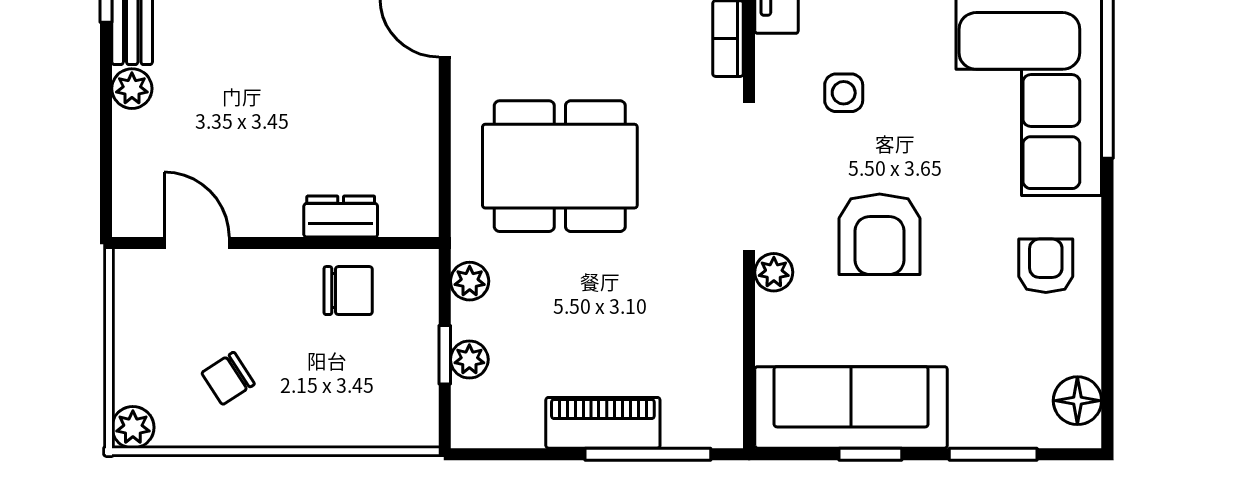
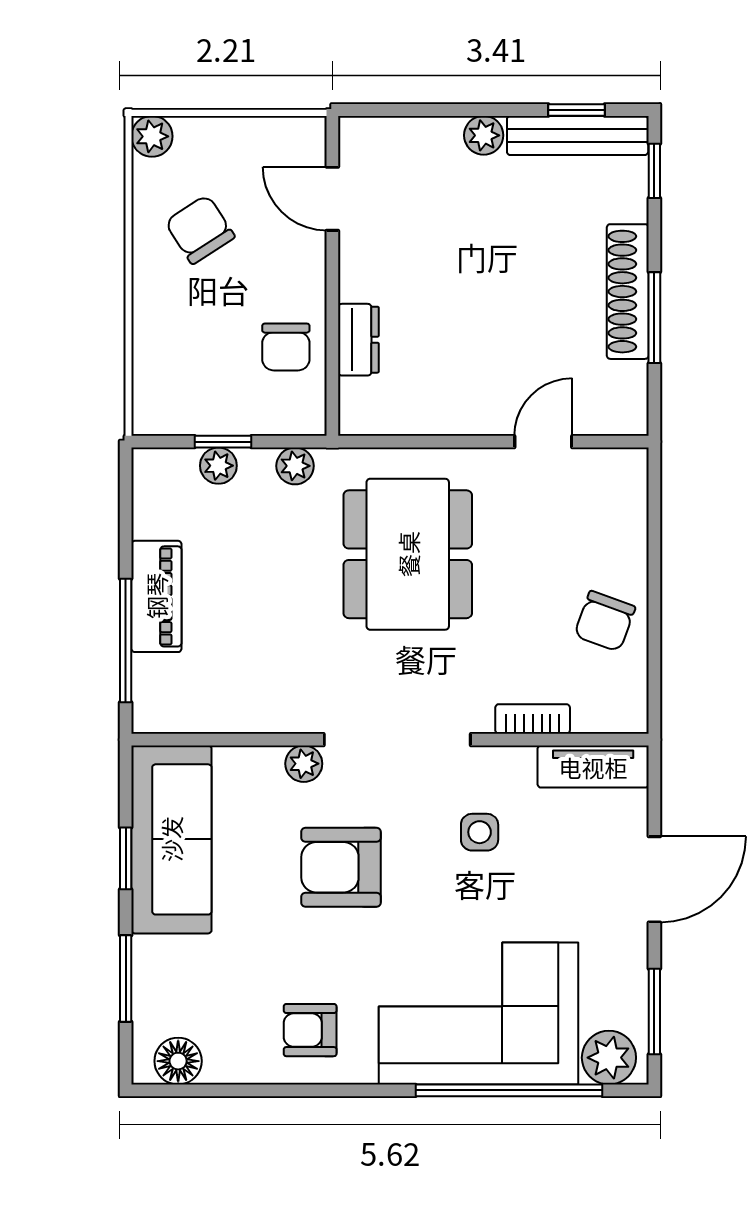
door: (197, 243) -> (332, 199), swing flipped
armchair: (1046, 266) -> (310, 1030), turned 180
chair: (228, 378) -> (200, 229), width x1.37, depth x1.37

